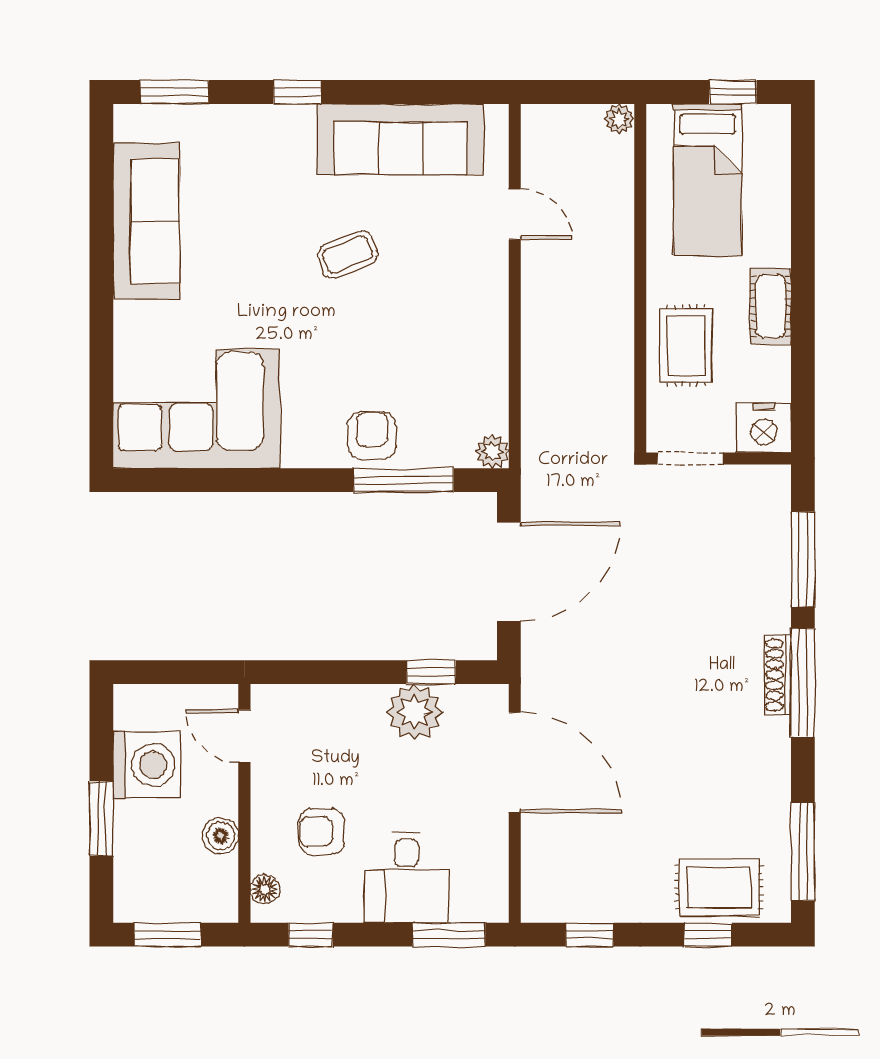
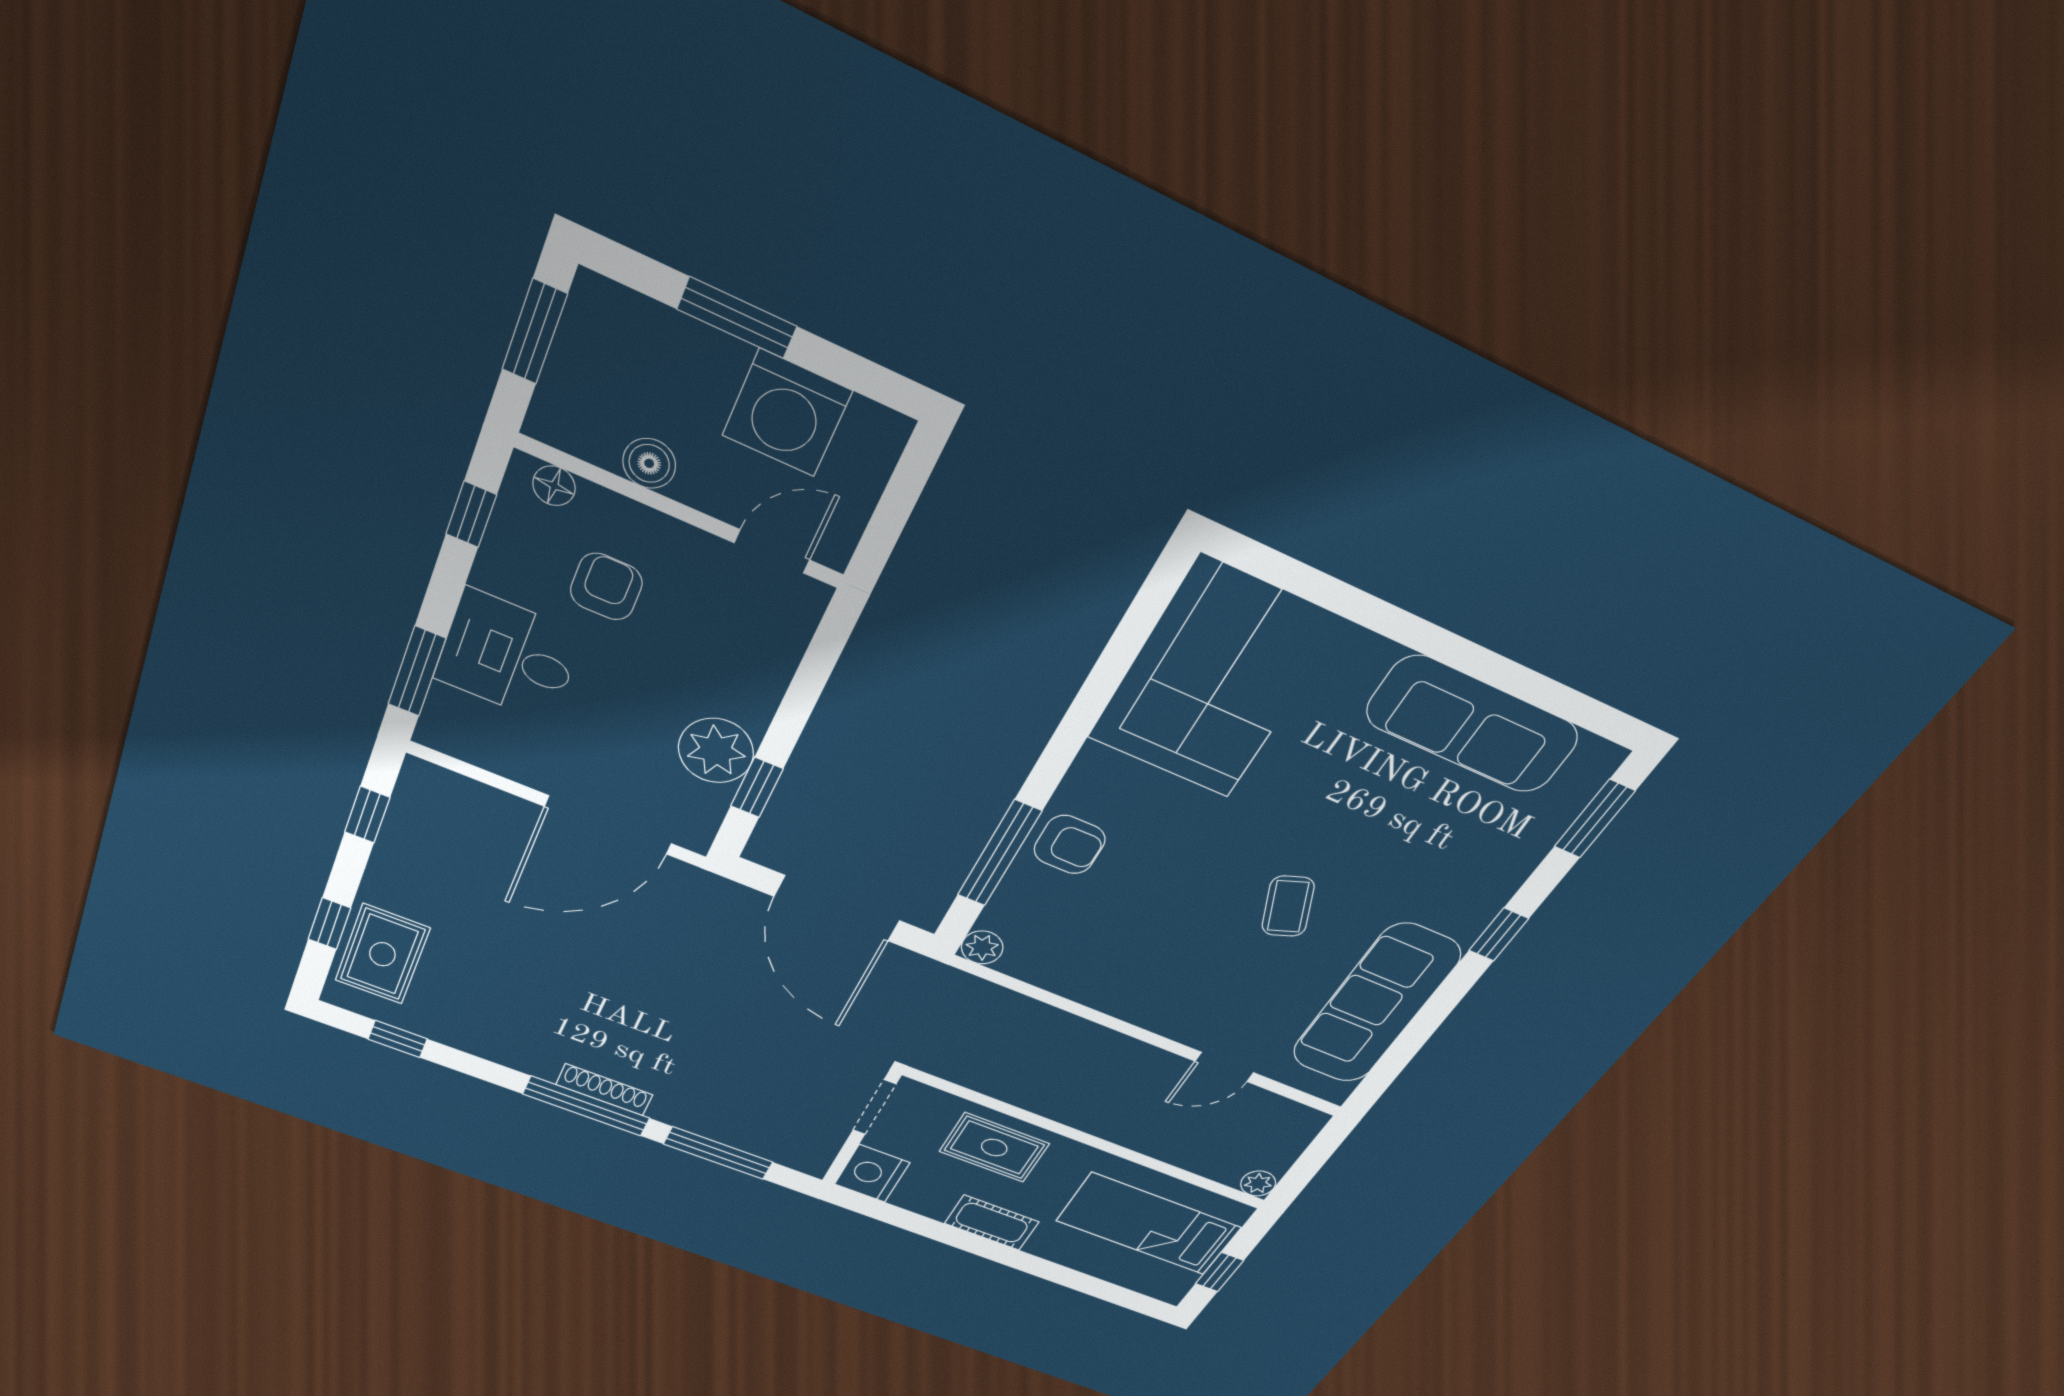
window: (803, 852) -> (398, 1039), width x0.46

